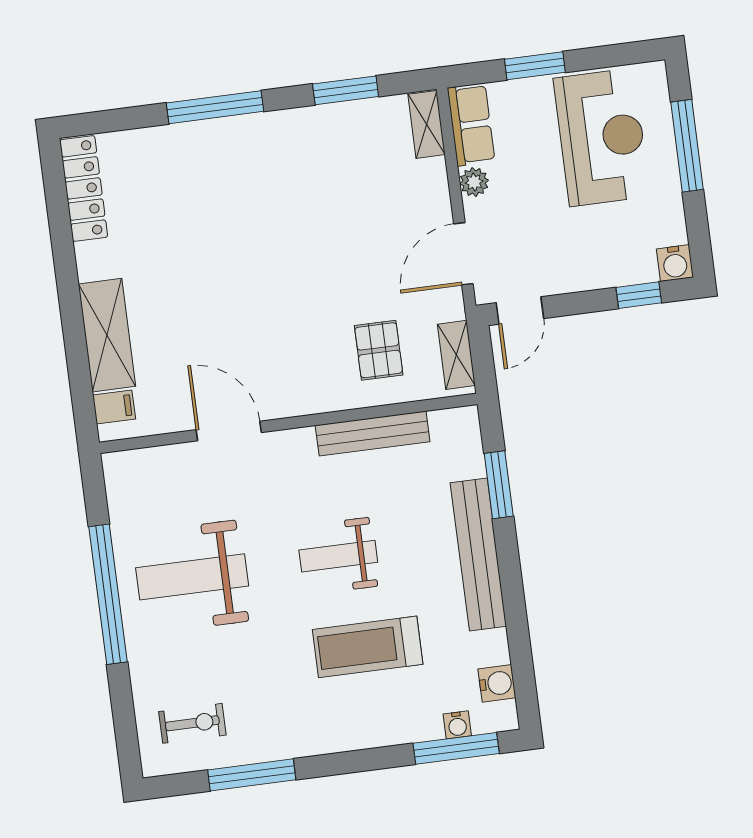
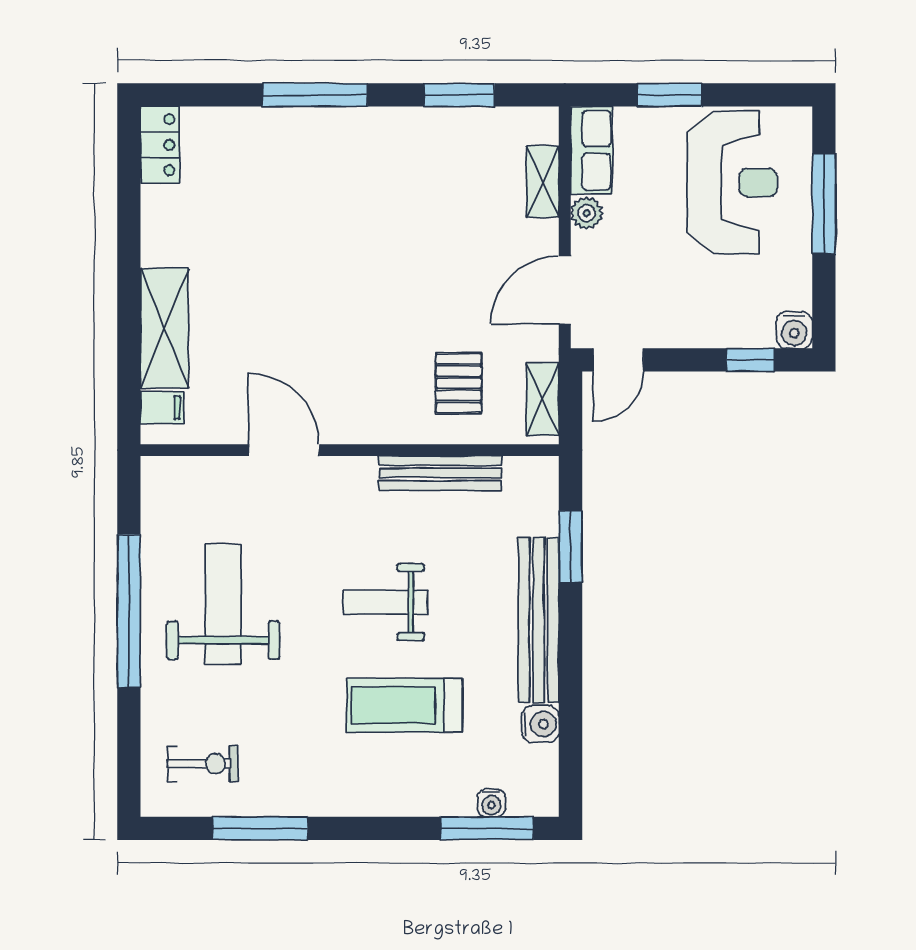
shelving: (427, 124) -> (543, 182), moved
locker: (84, 188) -> (160, 145), width x0.66
weight bench: (192, 577) -> (223, 604), turned 90
water cooler: (497, 683) -> (540, 724), moved

